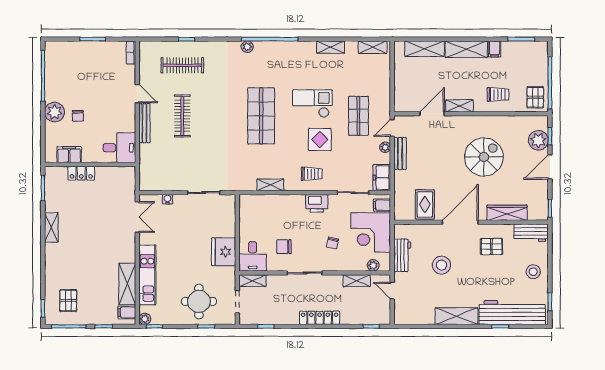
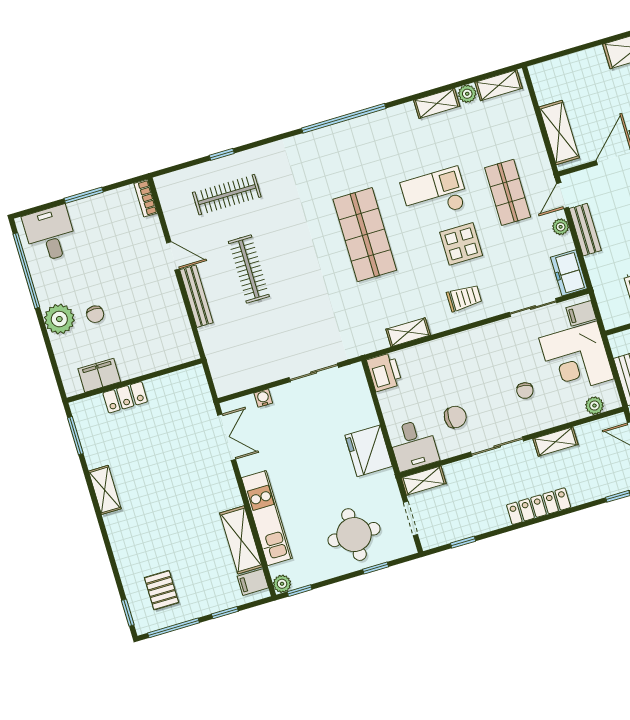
plant: (247, 47) -> (467, 94), moved
shelving: (425, 49) -> (559, 132), moved, turned 90
desk: (119, 148) -> (50, 234), moved, turned -90
printer: (317, 203) -> (384, 372), moved, turned -90
chair: (284, 247) -> (455, 417), turned 180
shelving: (357, 281) -> (555, 442), moved

